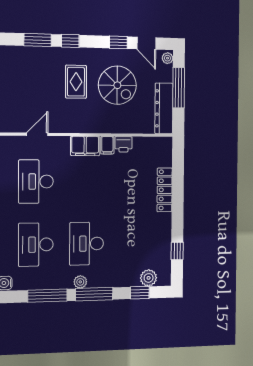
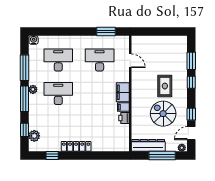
rug: (76, 82) -> (165, 86), turned 90
spiral stairs: (117, 85) -> (163, 114), turned 90
locker: (165, 190) -> (76, 146), moved

